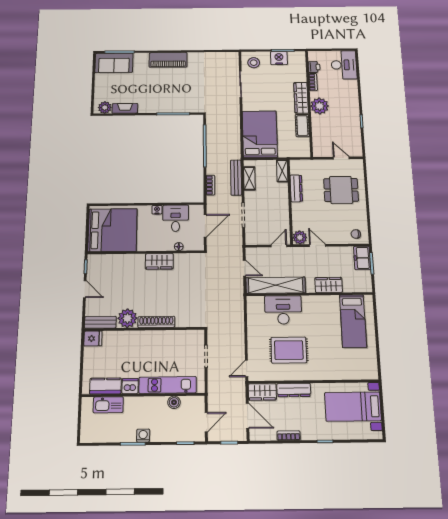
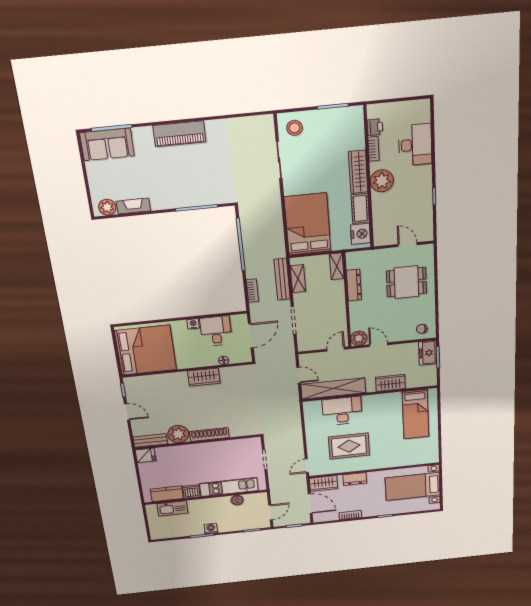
nightstand: (279, 58) -> (360, 234), moved, turned 90
desk: (344, 65) -> (415, 145), moved
dresser: (294, 390) -> (355, 479), width x0.70

